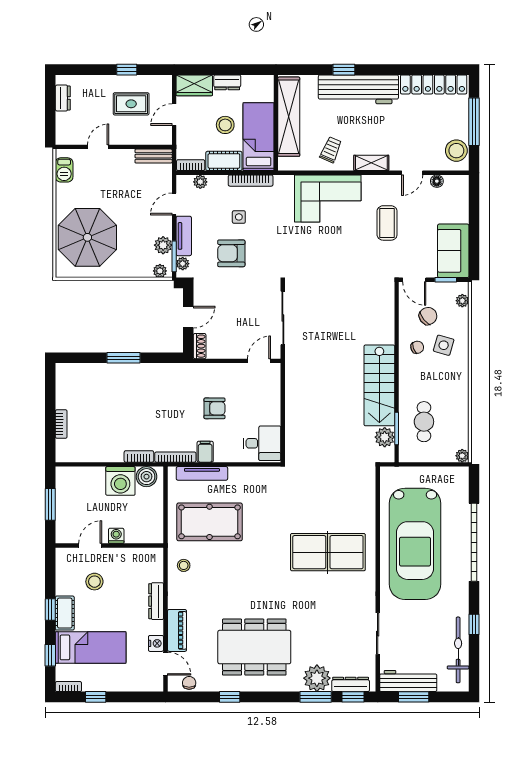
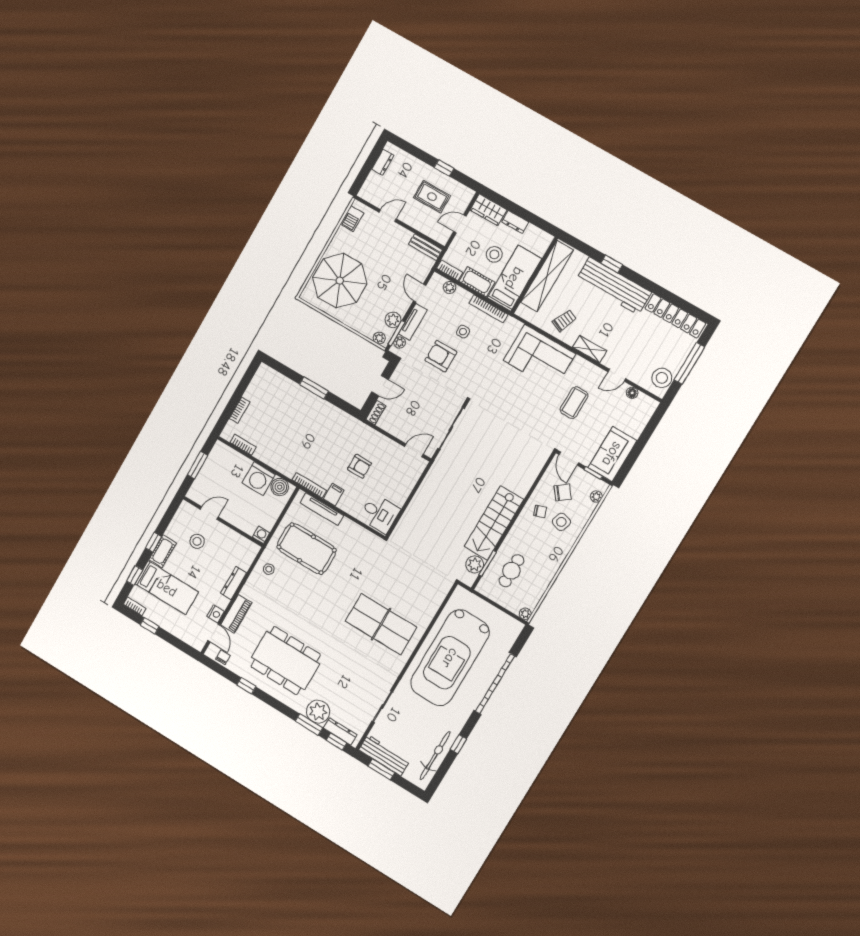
door: (174, 204) -> (420, 293), hinge flipped
bookcase: (139, 456) -> (243, 445), moved
washing machine: (116, 536) -> (261, 535), moved

